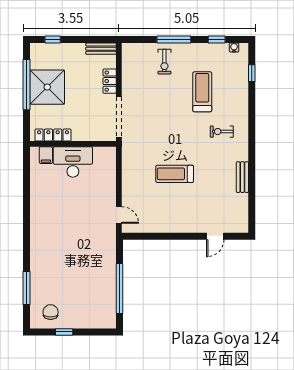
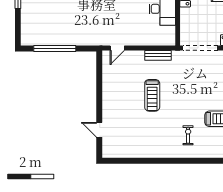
treadmill: (175, 174) -> (152, 95), turned 180
bench: (242, 177) -> (158, 55), moved

